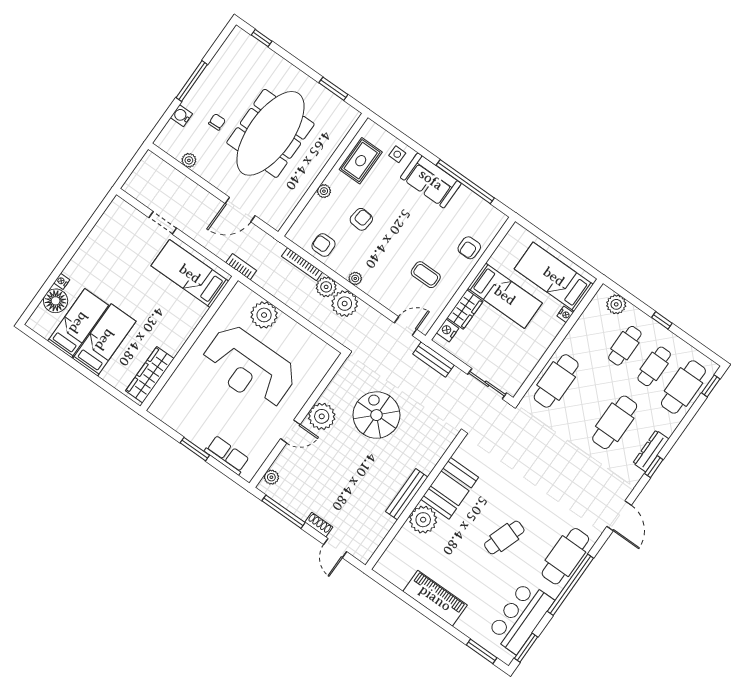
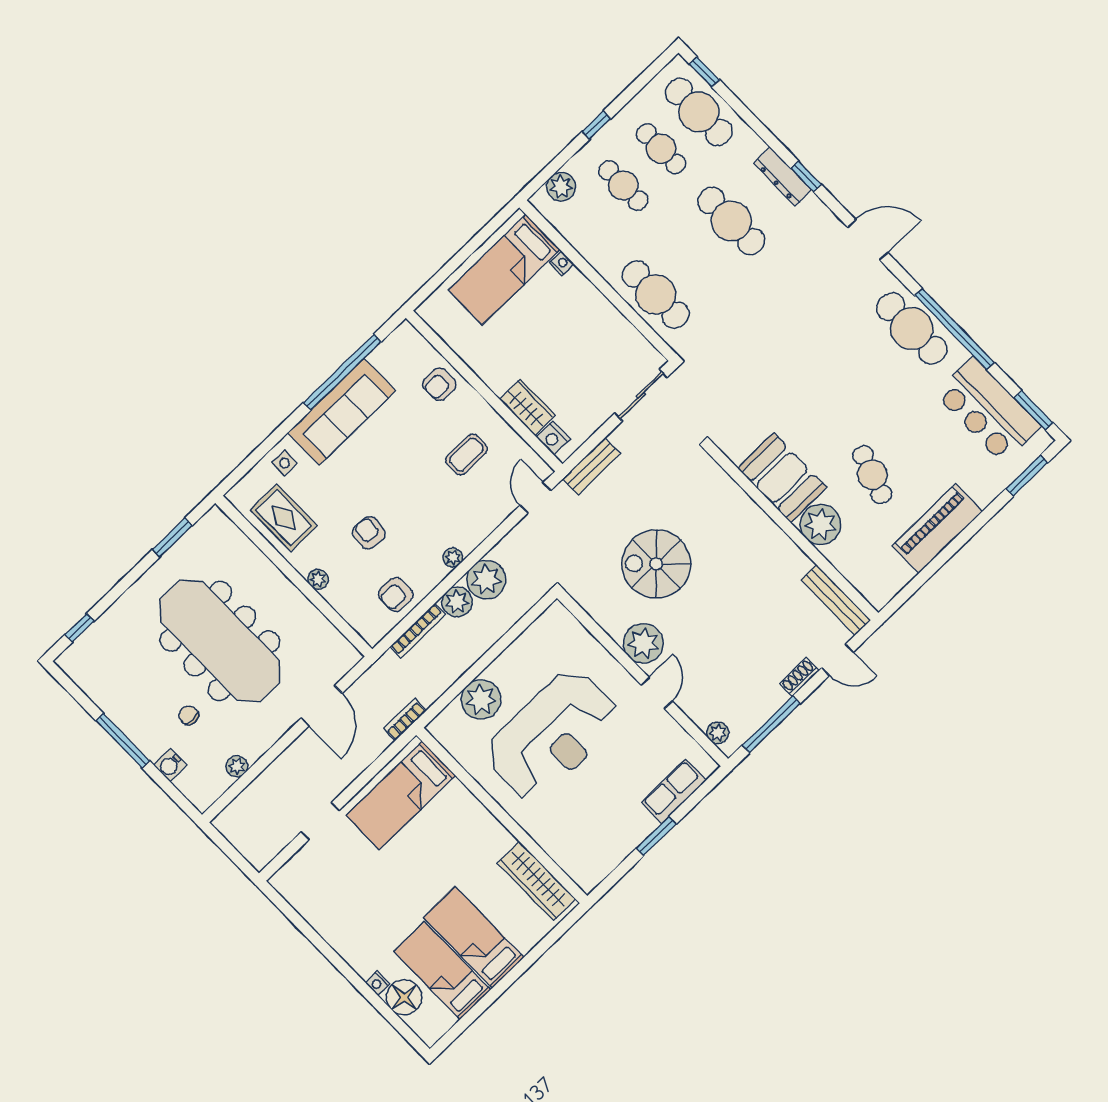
sofa: (431, 180) -> (342, 412), width x1.36
armchair: (469, 248) -> (439, 384), turned 90
bed: (505, 296) -> (518, 345), removed
bench: (407, 494) -> (836, 600), moved
cafe table: (504, 538) -> (872, 475), moved

